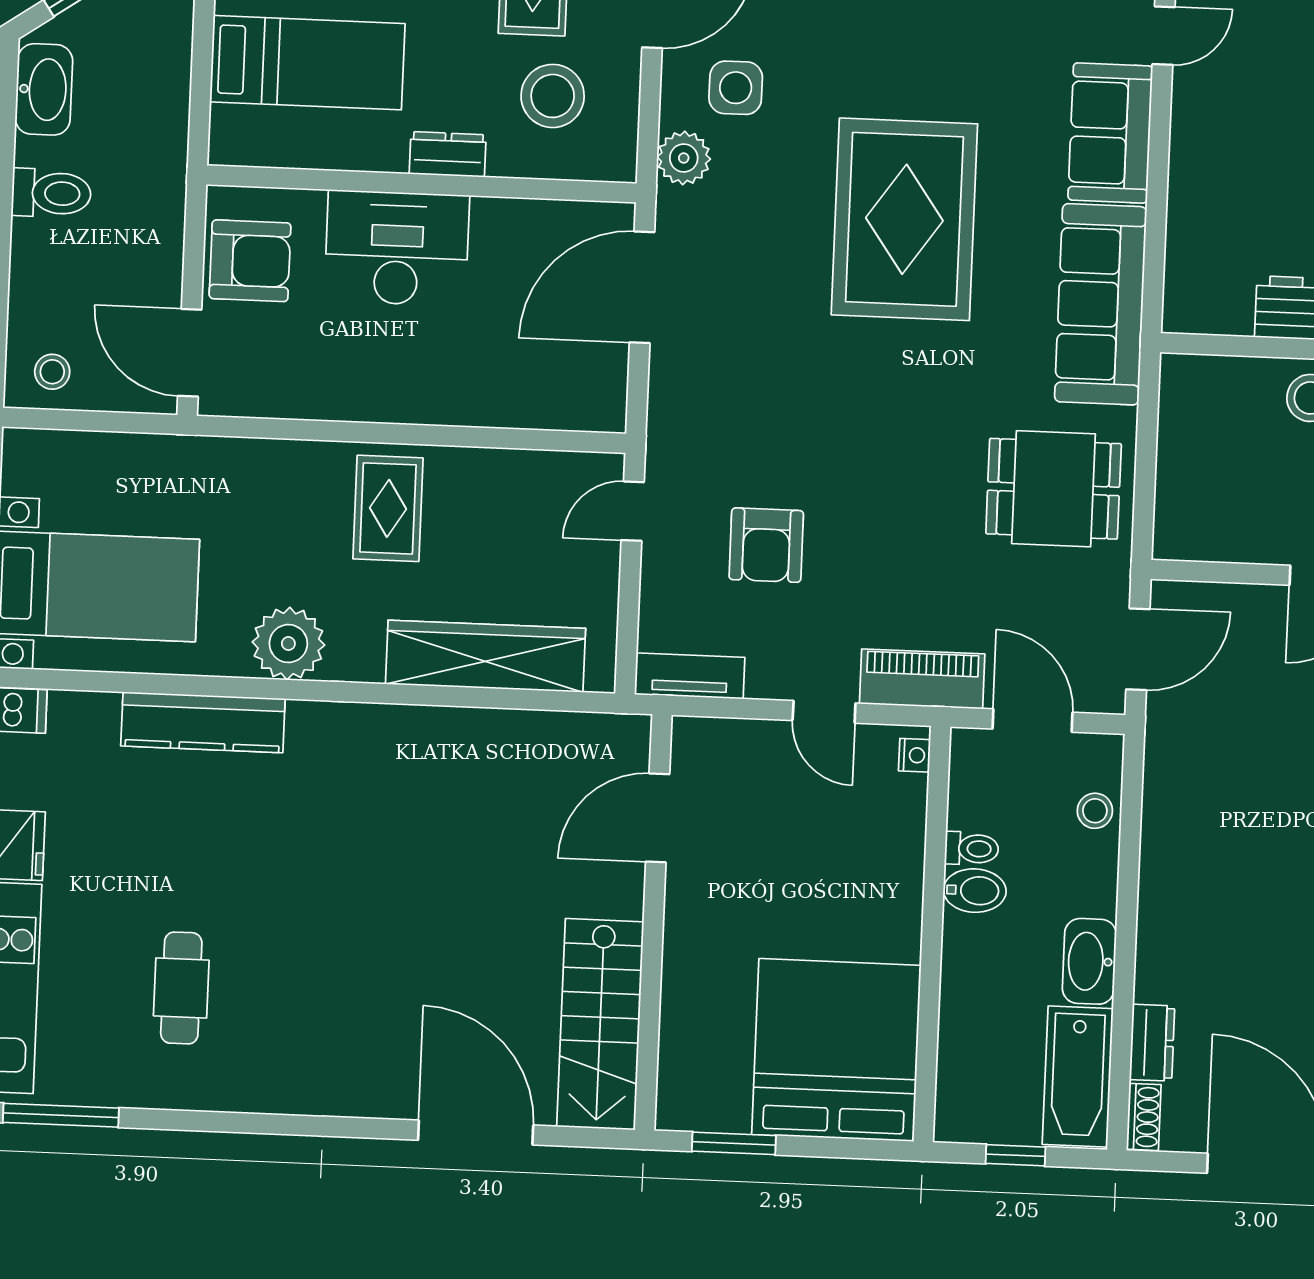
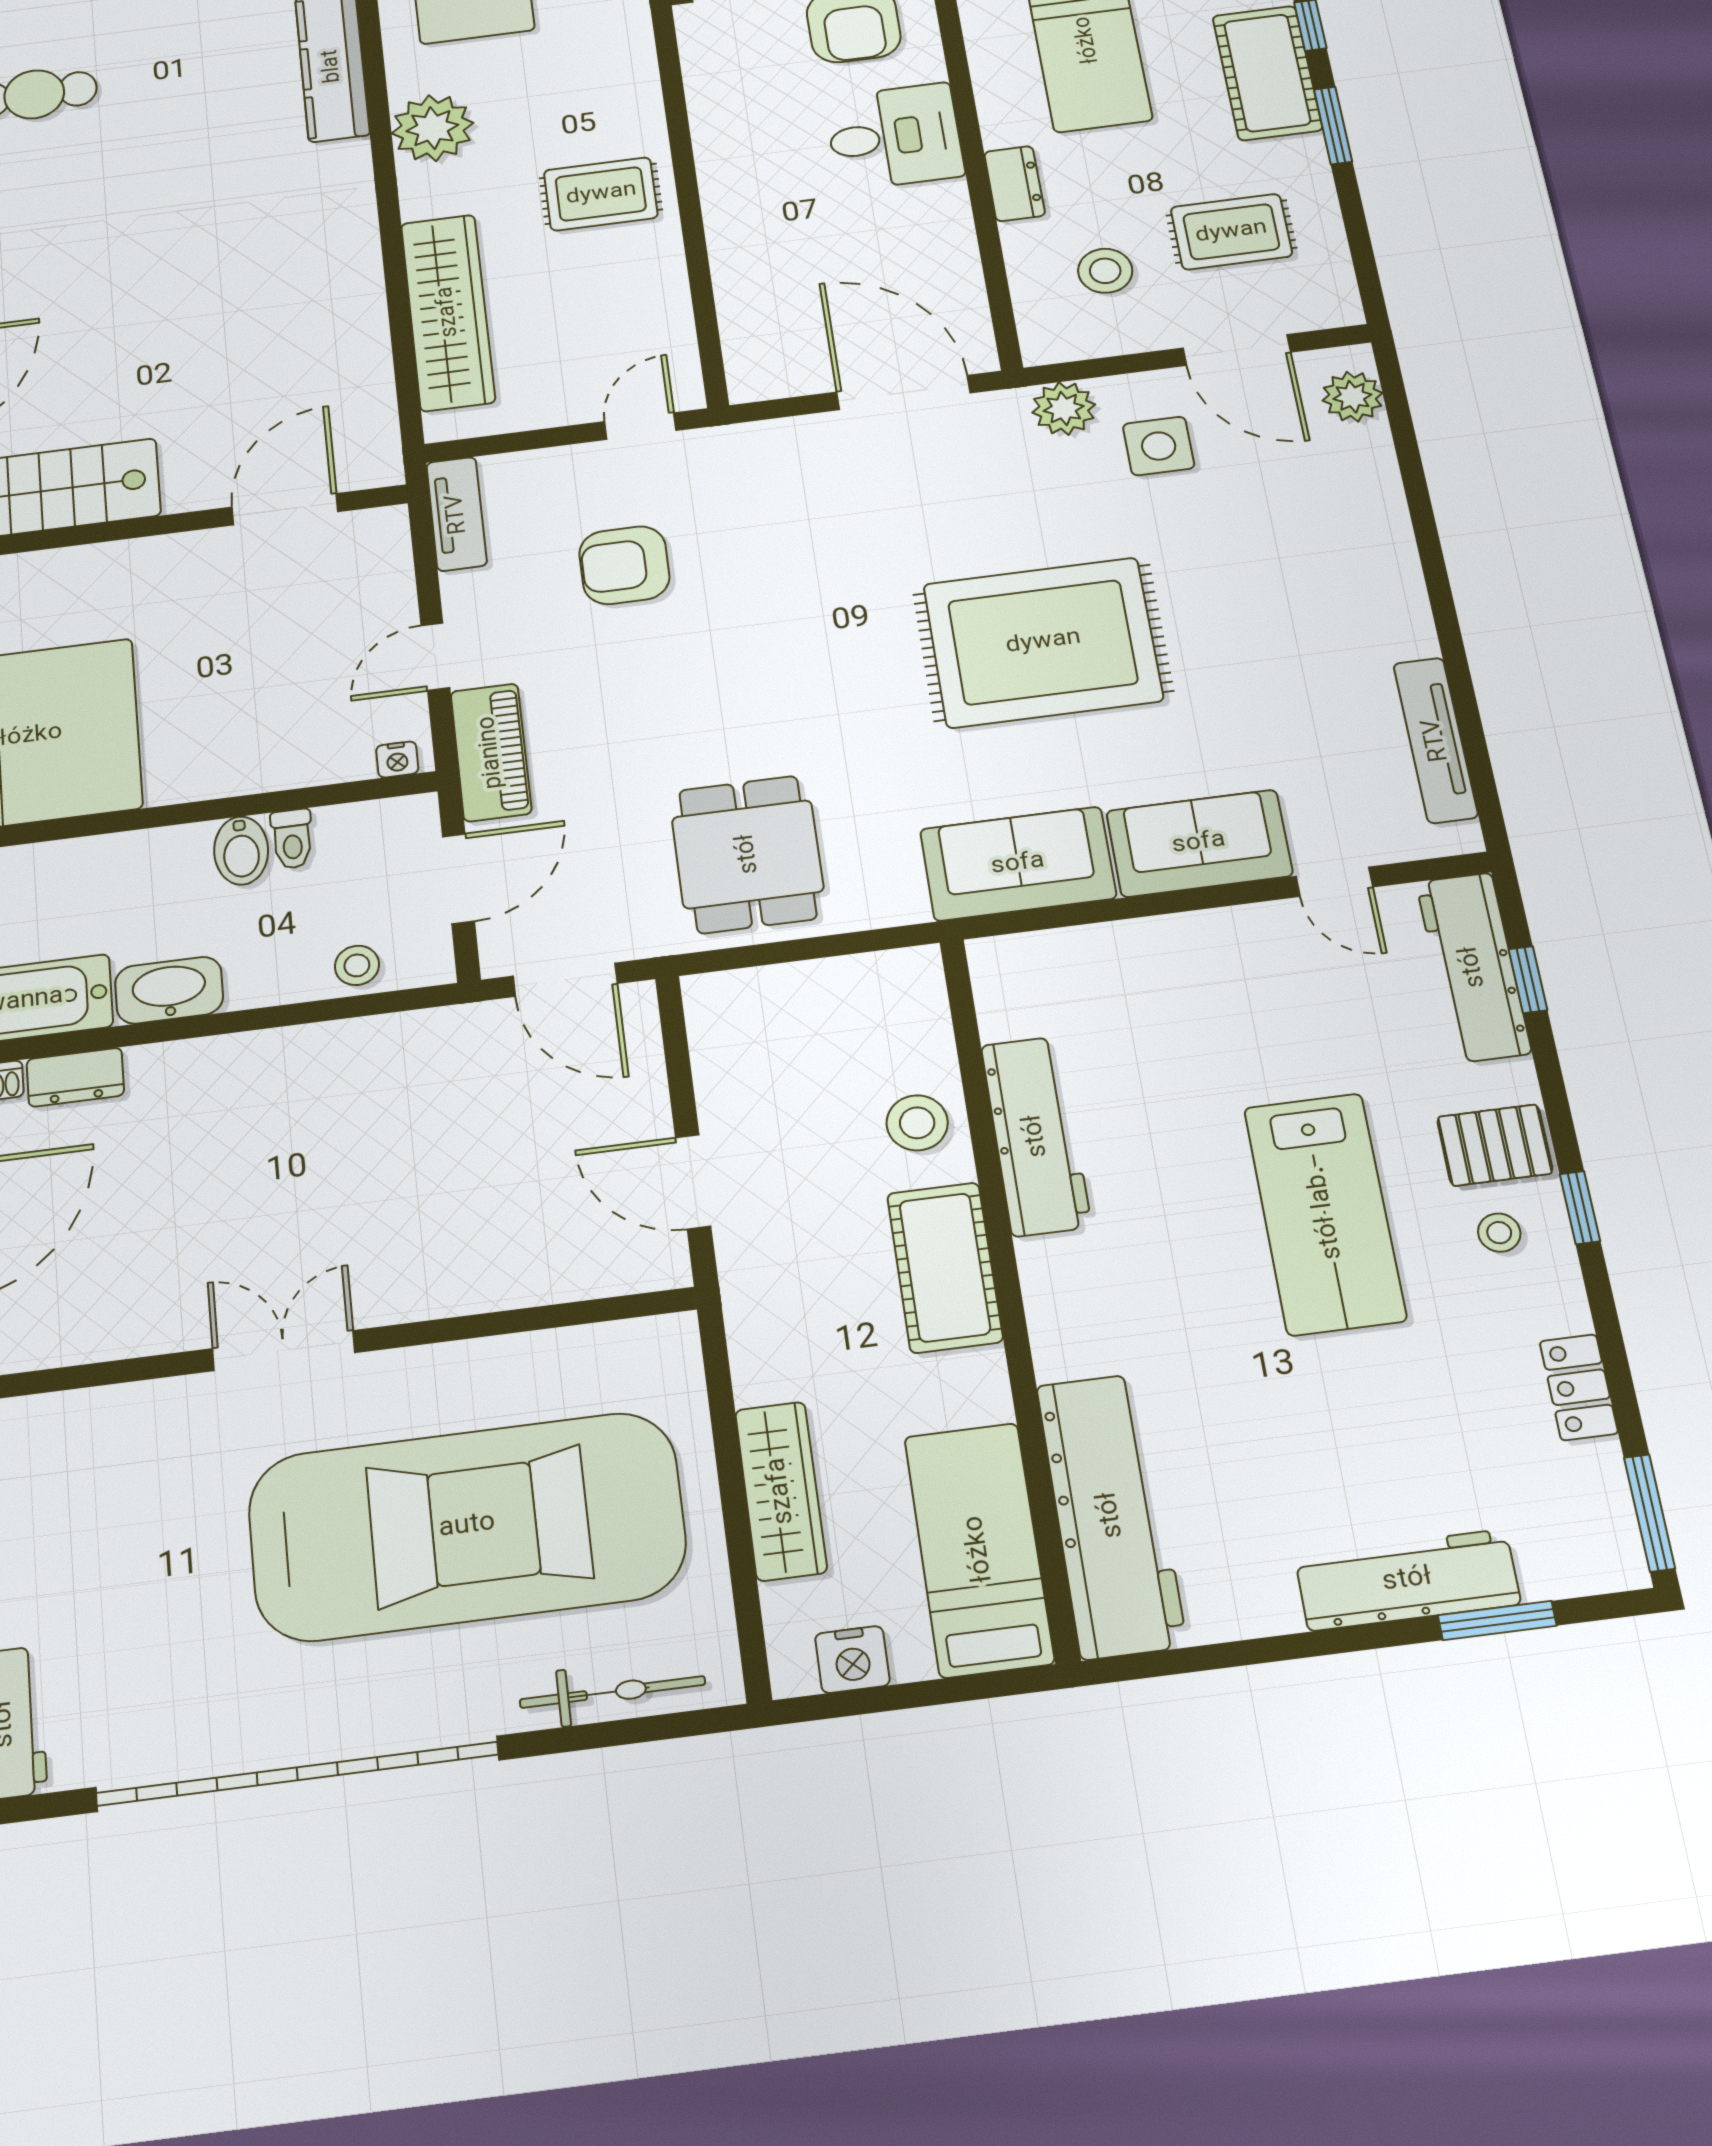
stool: (553, 96) -> (1105, 271), width x0.73, depth x0.73
desk: (397, 248) -> (894, 137), width x0.73
sofa: (1101, 304) -> (1018, 864), width x0.73
door: (633, 511) -> (640, 426), hinge flipped
door: (658, 818) -> (285, 509), hinge flipped

